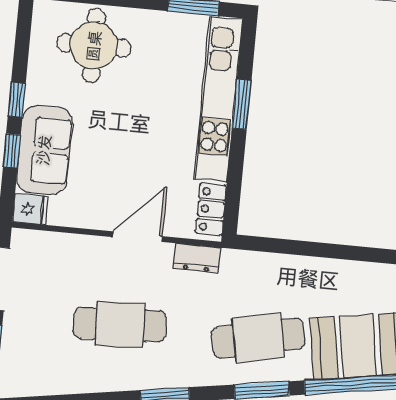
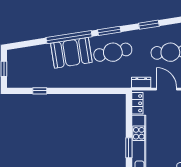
door: (137, 237) -> (167, 89), swing flipped

